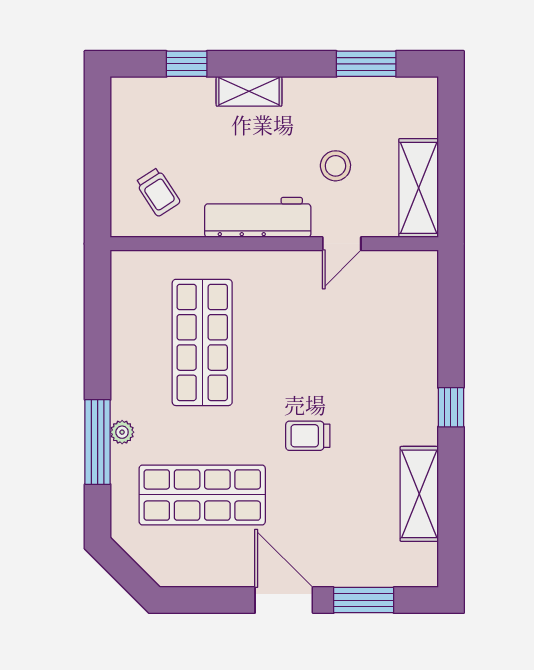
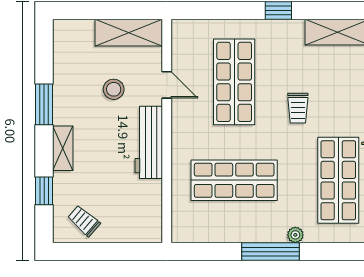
window: (366, 64) -> (44, 104), moved
trolley: (158, 192) -> (84, 221), moved, turned -106
shop shelf: (346, 342) -> (234, 82), added
window: (98, 442) -> (270, 252), moved

